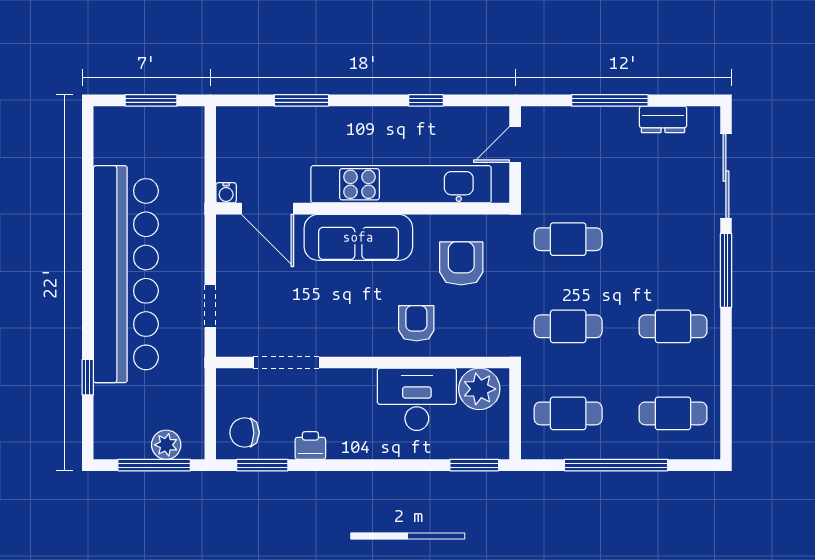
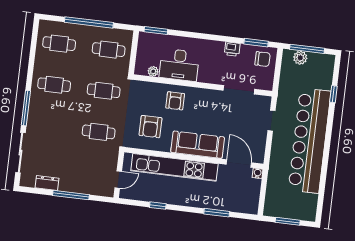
plant: (479, 389) -> (153, 71), width x0.53, depth x0.53

